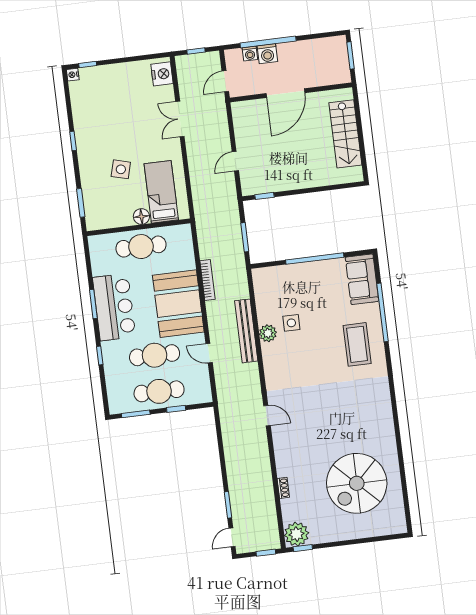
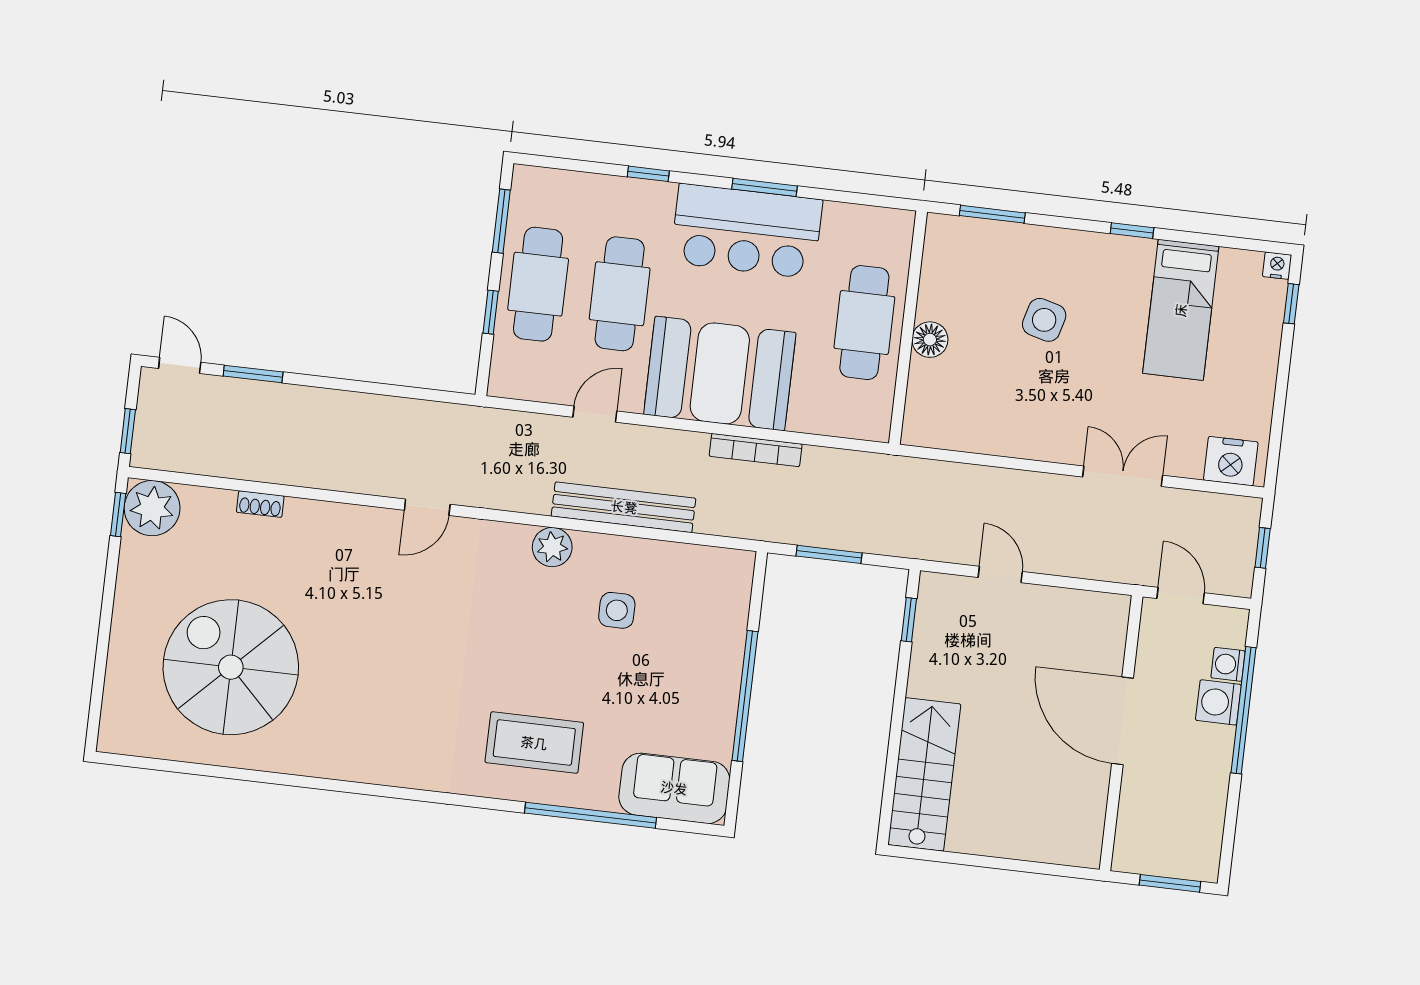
stairs: (345, 134) -> (924, 774), moved, turned 90
bed: (161, 192) -> (1181, 310), moved, turned 90
plant: (268, 333) -> (552, 547), moved

